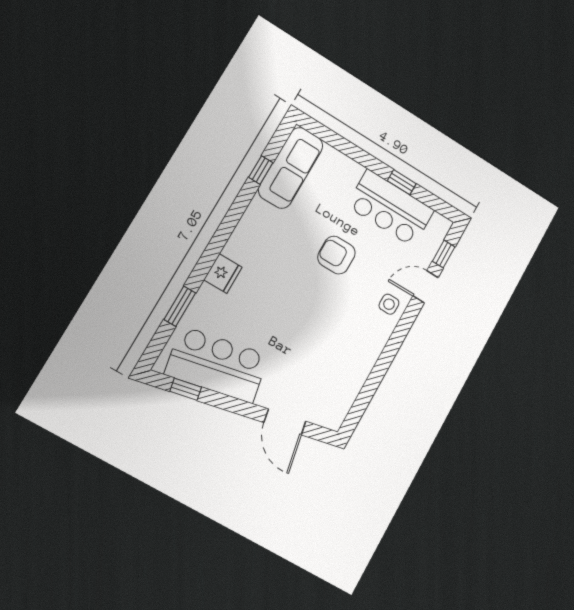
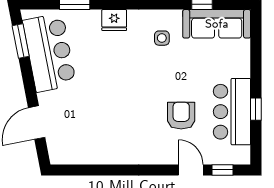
armchair: (336, 255) -> (181, 116), moved
side table: (389, 304) -> (162, 38), moved
window: (186, 389) -> (21, 41), width x1.50

